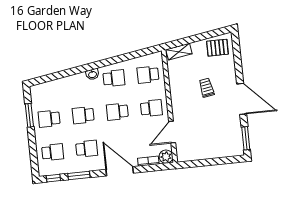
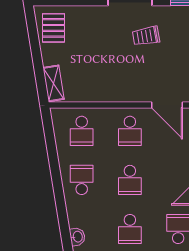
washbasin: (92, 74) -> (77, 237), moved
trolley: (206, 88) -> (146, 36), moved
school desk: (151, 108) -> (130, 131), turned 180

